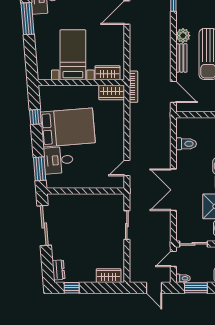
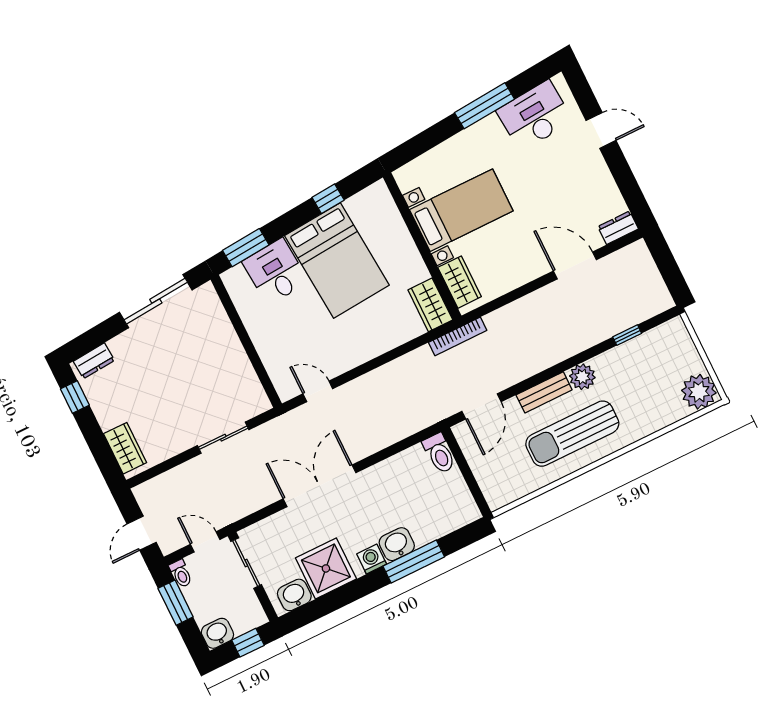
toilet: (186, 144) -> (439, 453), moved

